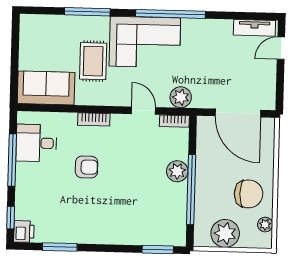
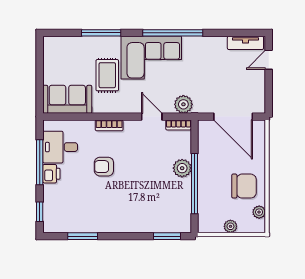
armchair: (87, 167) -> (104, 167), turned 180
printer: (24, 231) -> (51, 174), moved
plant: (225, 233) -> (230, 226), width x0.53, depth x0.53

